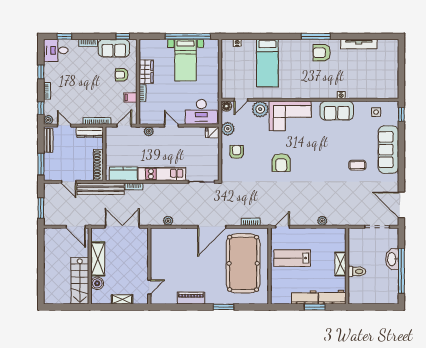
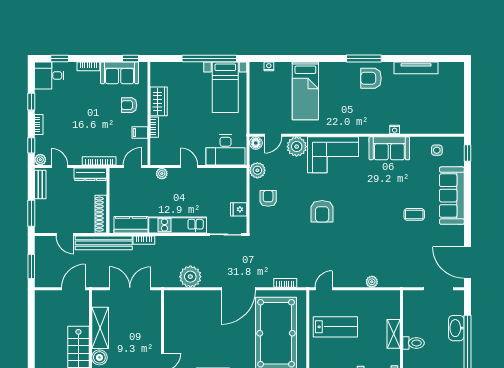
bed with nightstands: (186, 60) -> (225, 87), moved
fridge: (212, 132) -> (239, 209), moved
plant: (168, 221) -> (190, 277), width x1.88, depth x1.88
door: (76, 227) -> (73, 289), swing flipped
lab bench: (292, 258) -> (335, 327), turned 180

